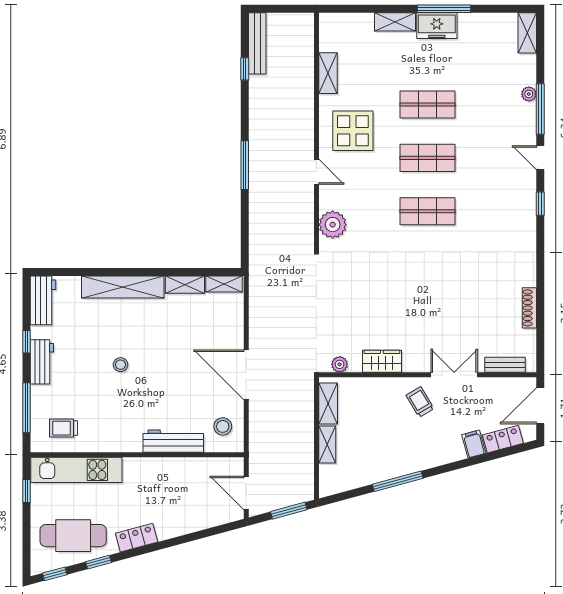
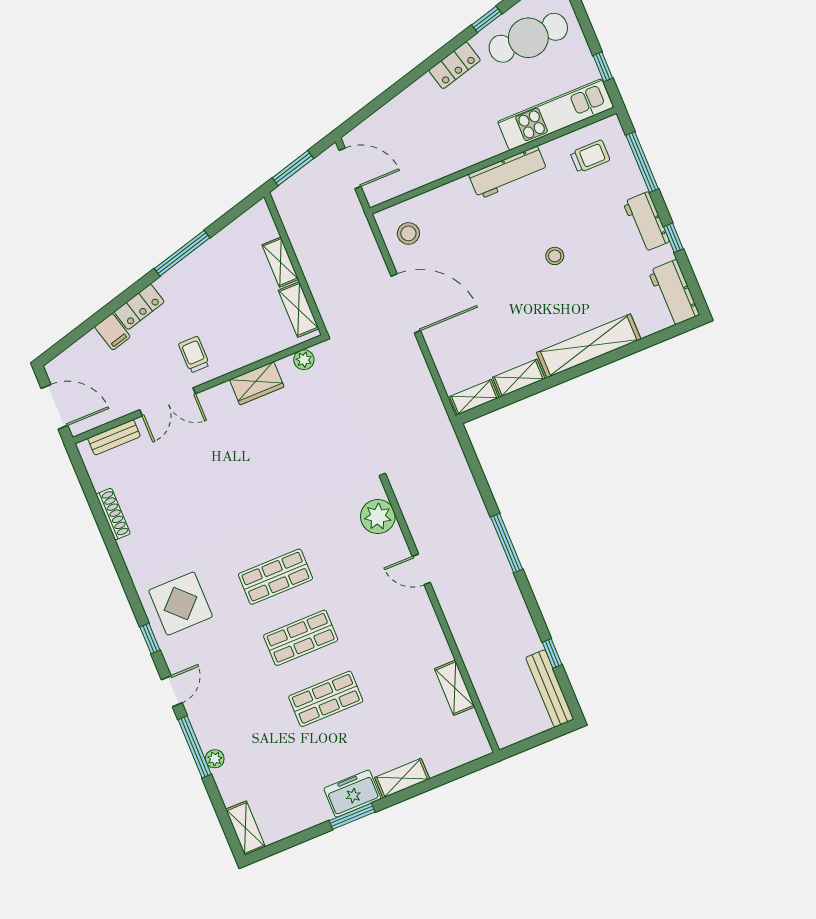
window: (444, 9) -> (352, 816), width x0.69
display table: (353, 131) -> (181, 604), moved
door: (540, 158) -> (172, 691), hinge flipped
trolley: (420, 402) -> (194, 355), turned -149
door: (540, 406) -> (54, 407), hinge flipped
locker: (503, 439) -> (139, 307), moved
workbench: (173, 441) -> (508, 173), moved

